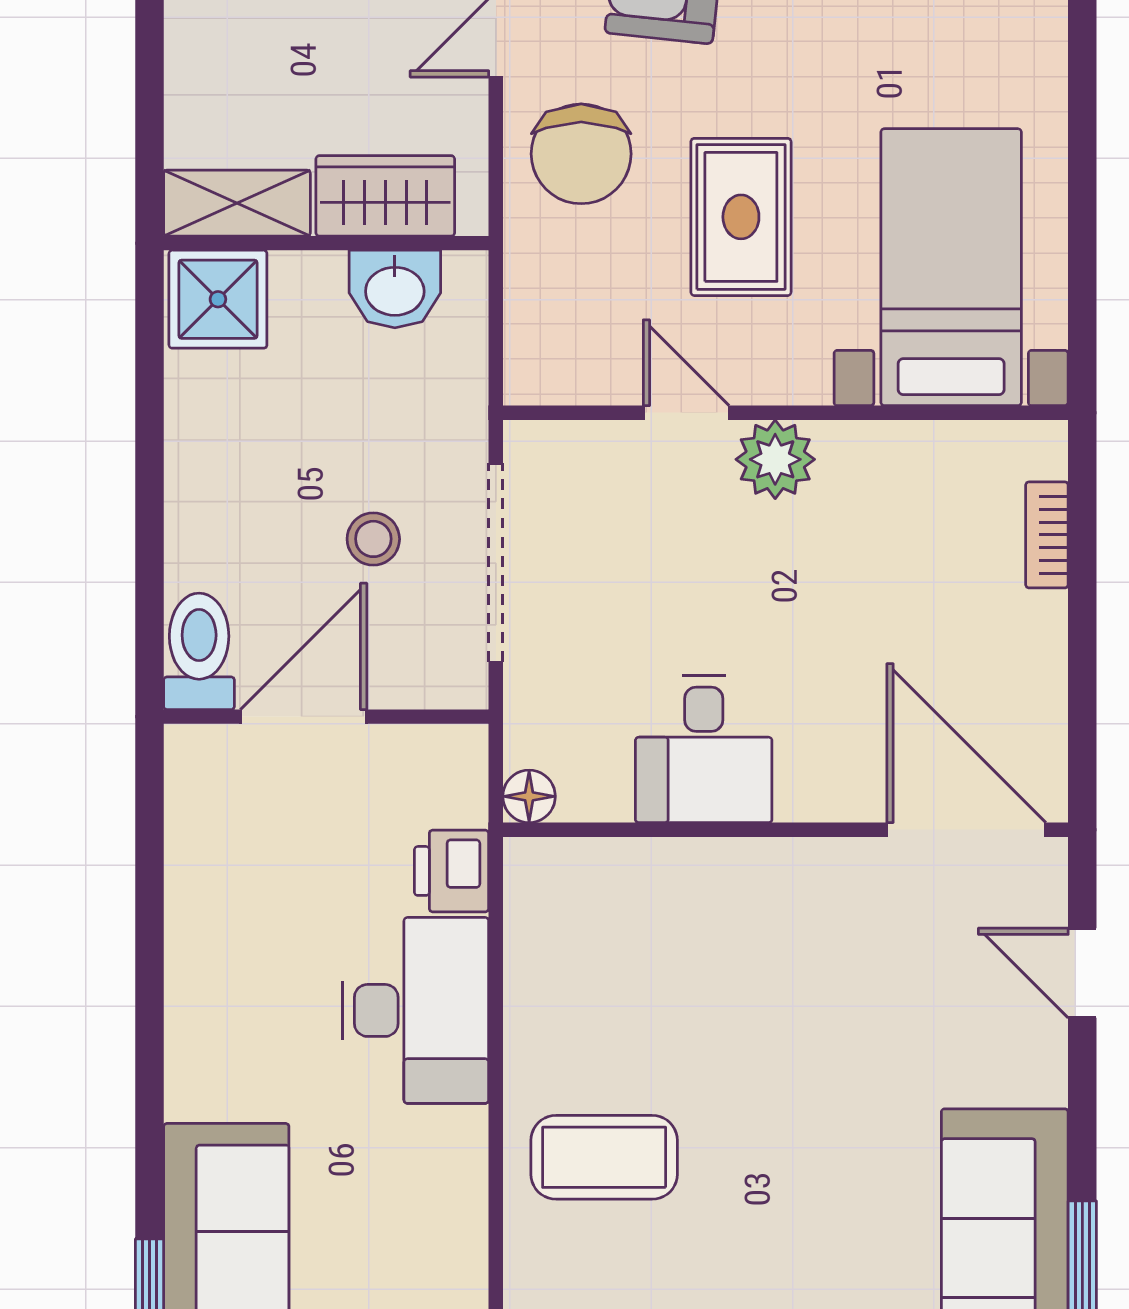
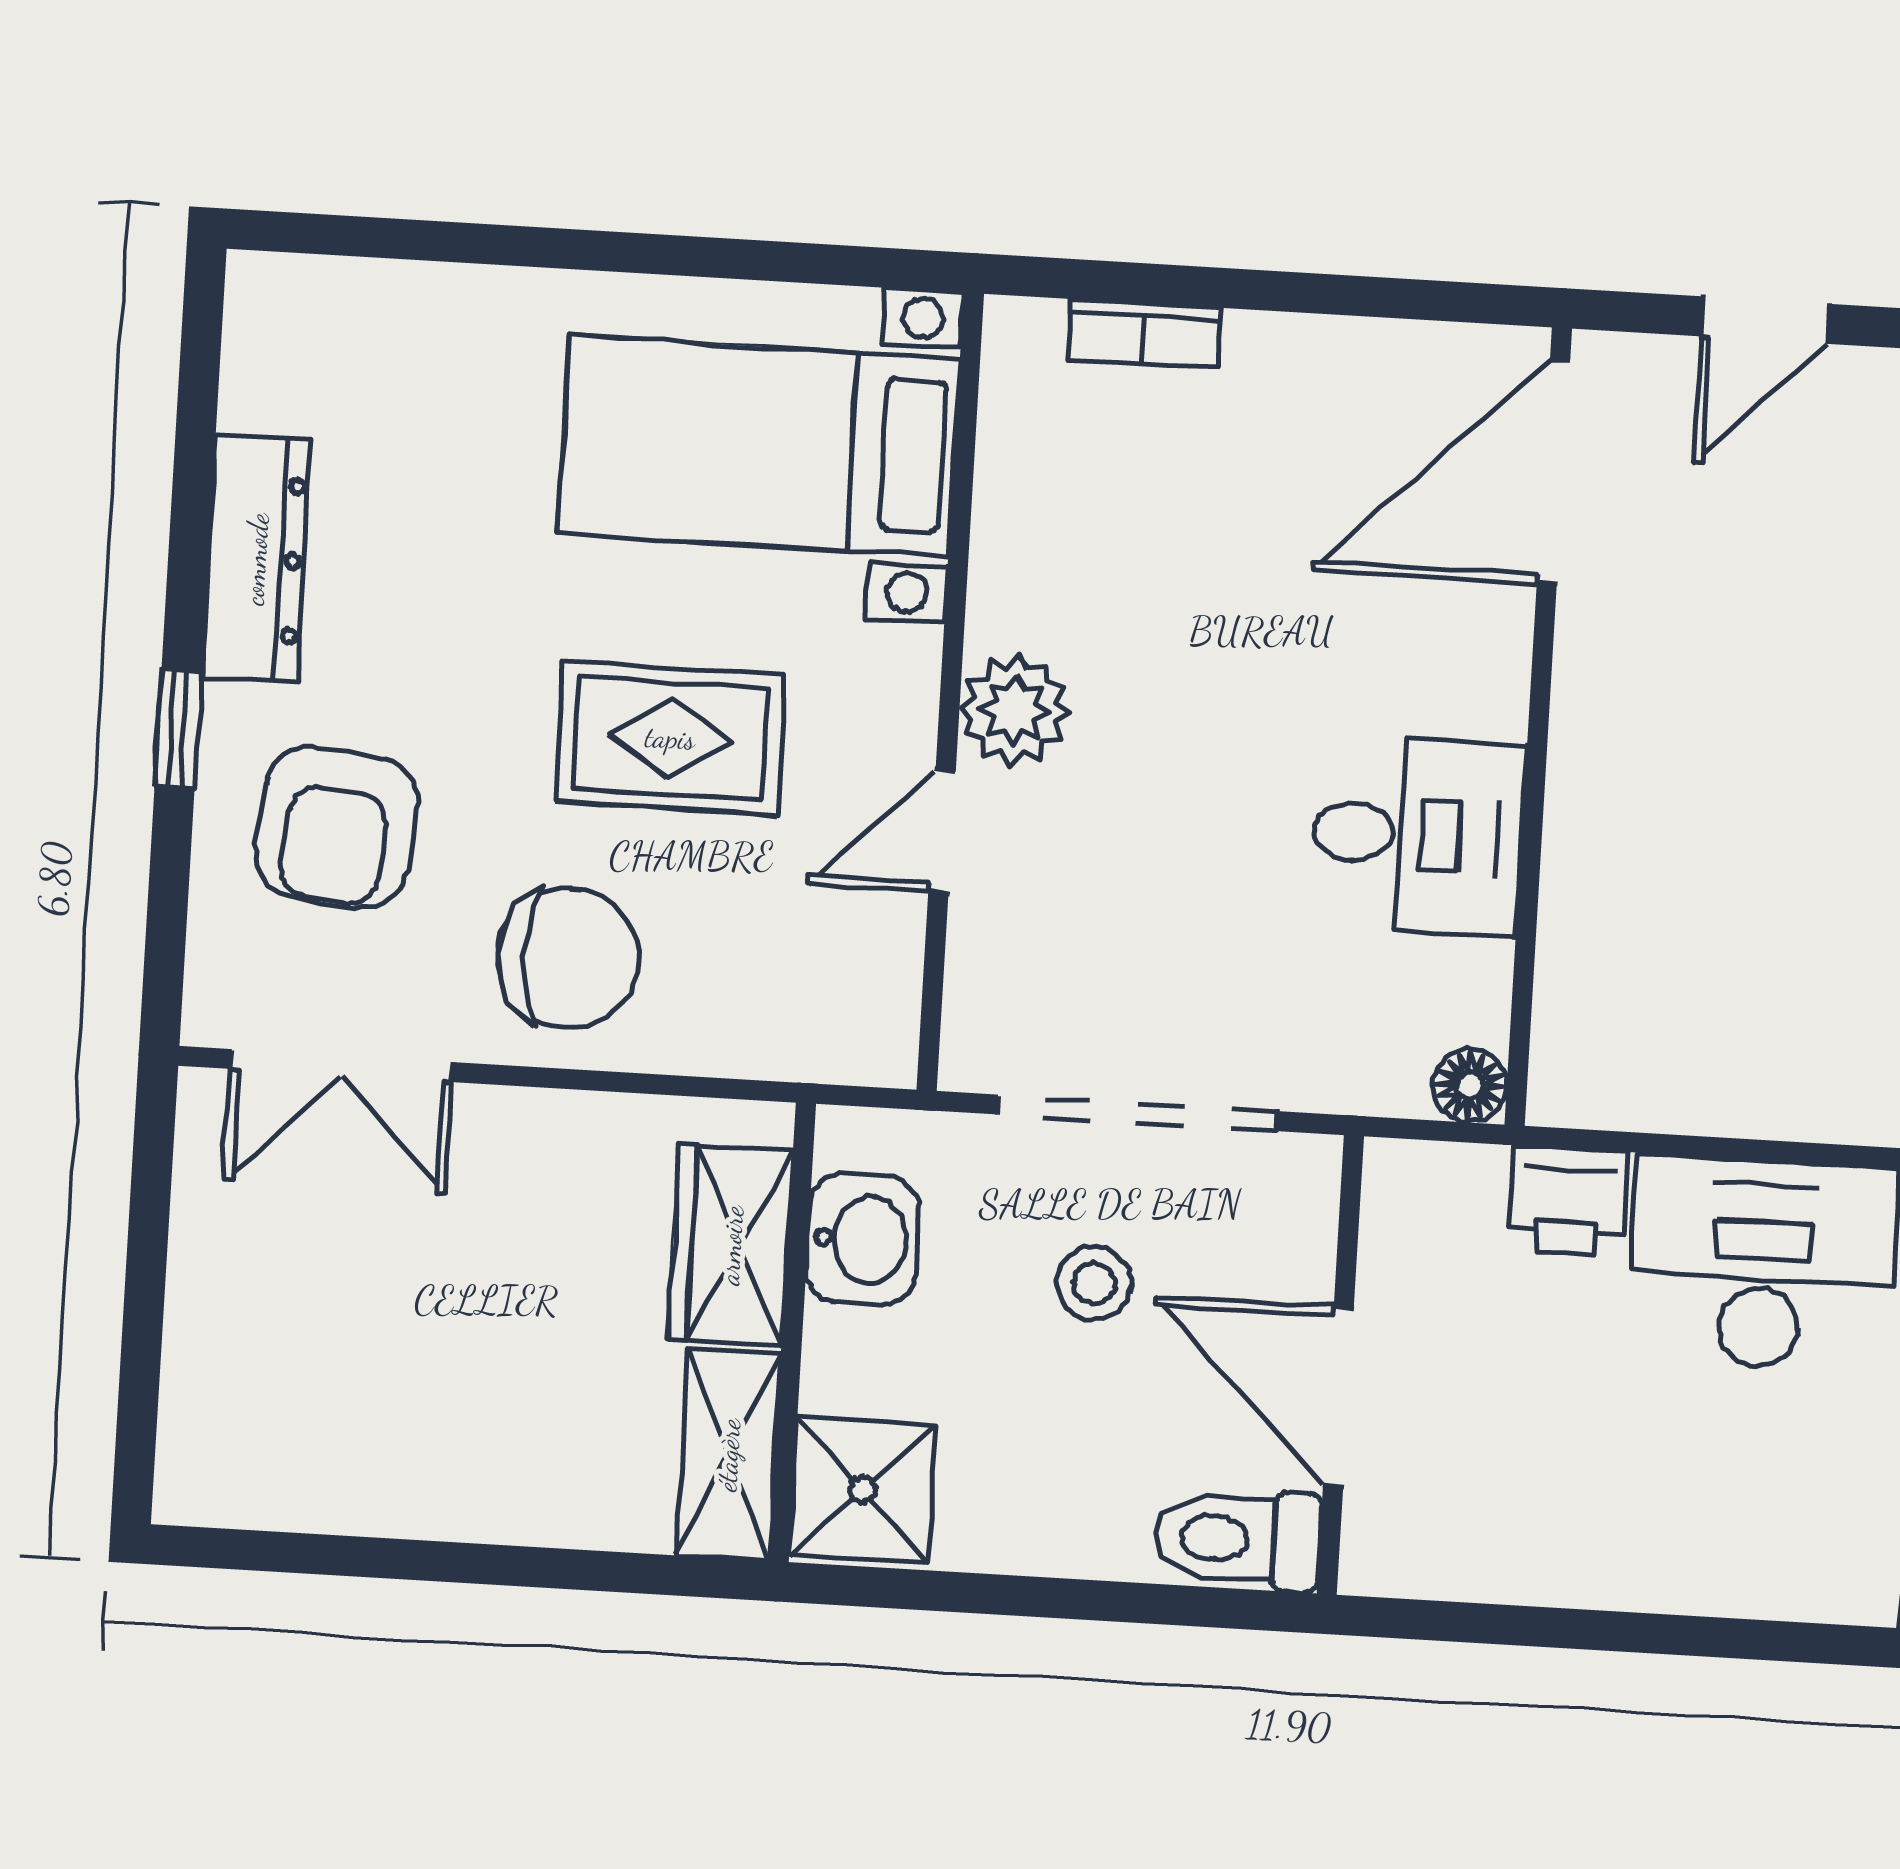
wardrobe: (385, 196) -> (731, 1245), moved
shelving: (237, 203) -> (728, 1455), moved
wall: (326, 243) -> (792, 1332), moved
washbasin: (395, 289) -> (863, 1239), moved
shower: (218, 299) -> (862, 1490), moved

